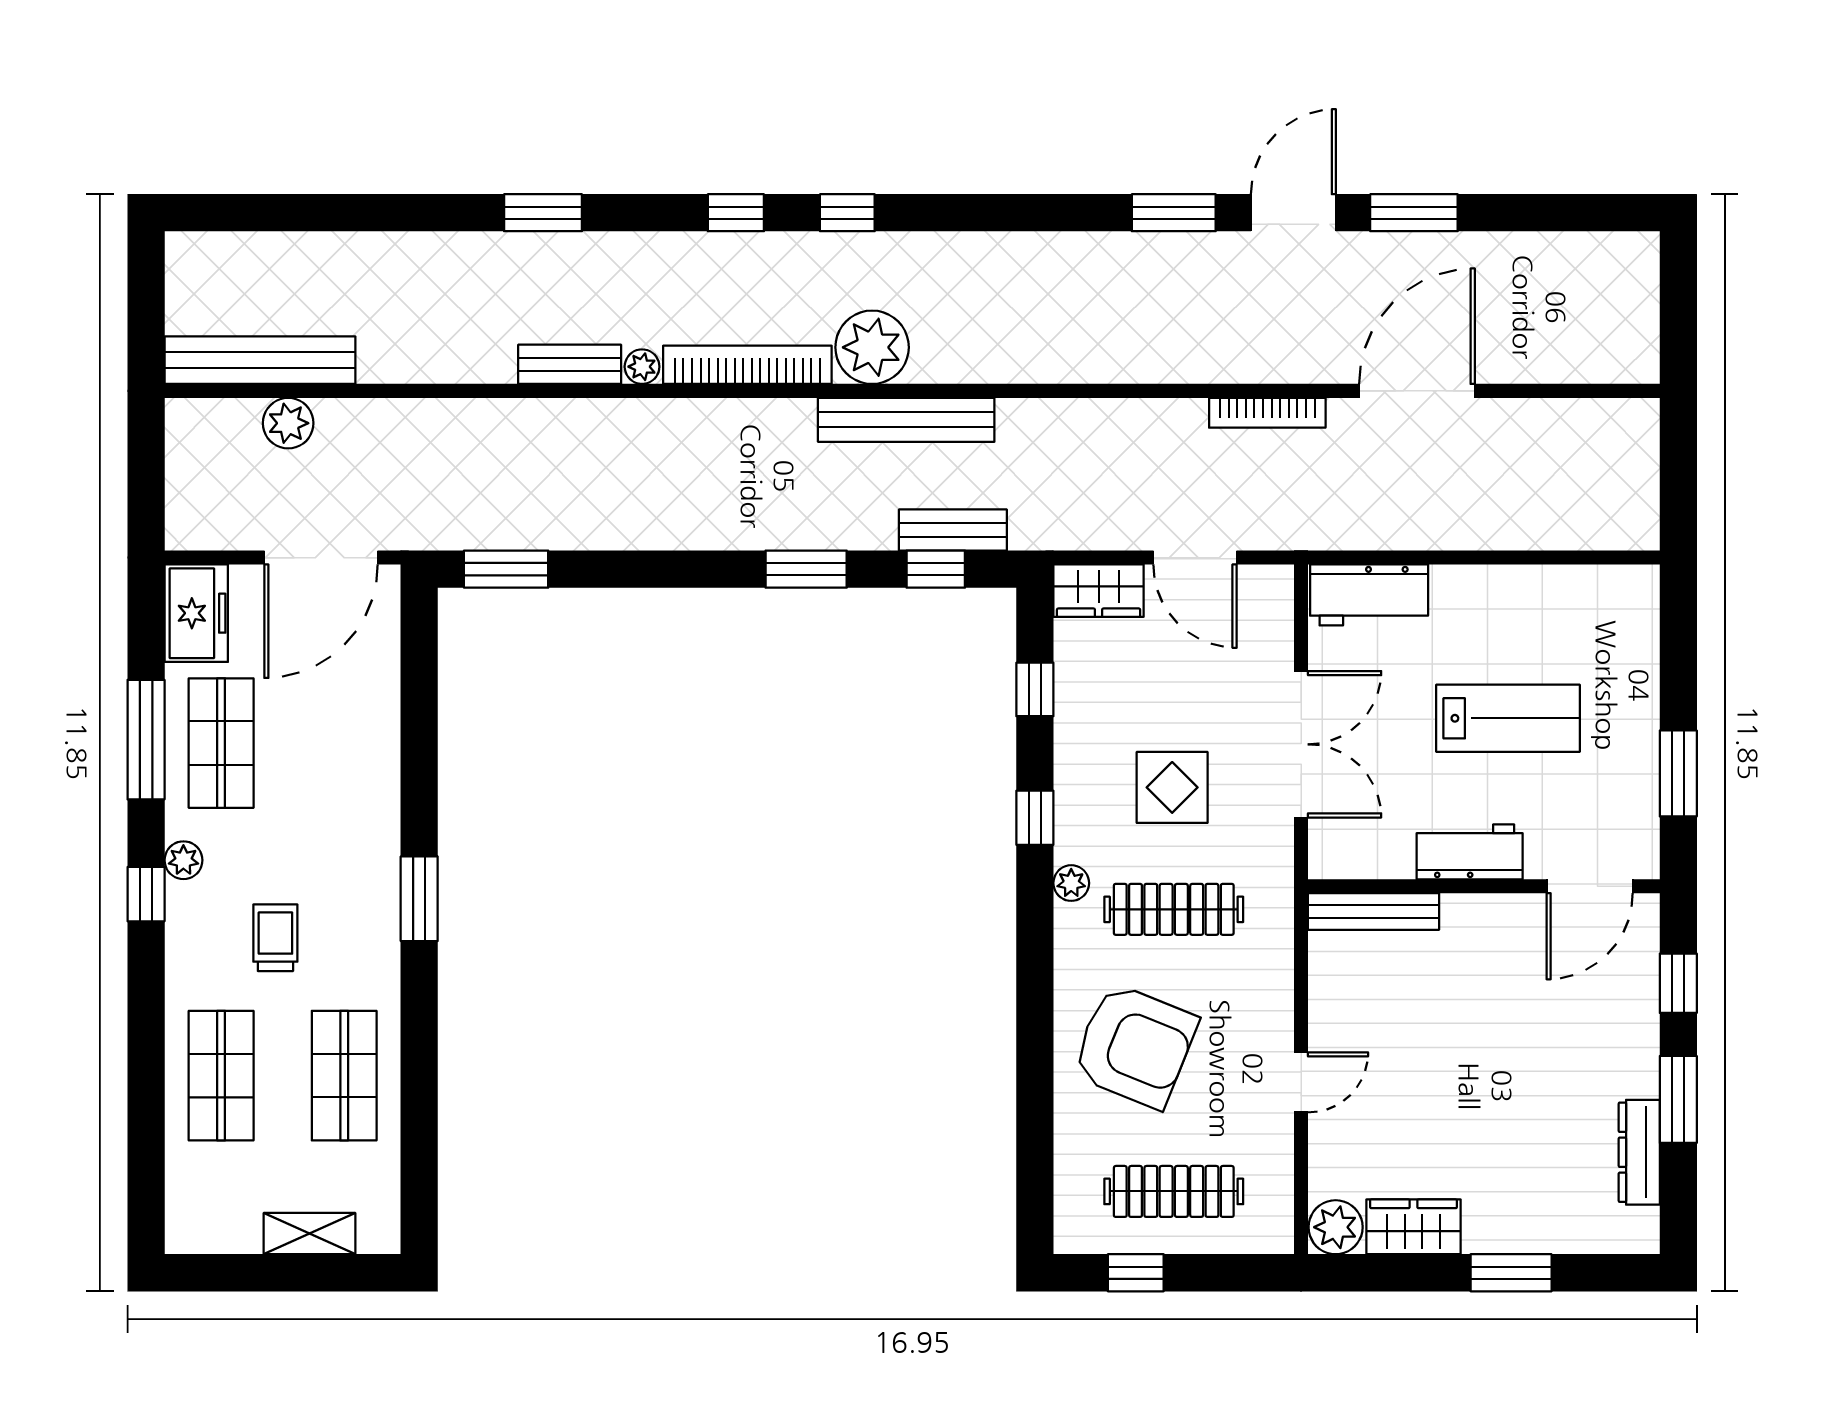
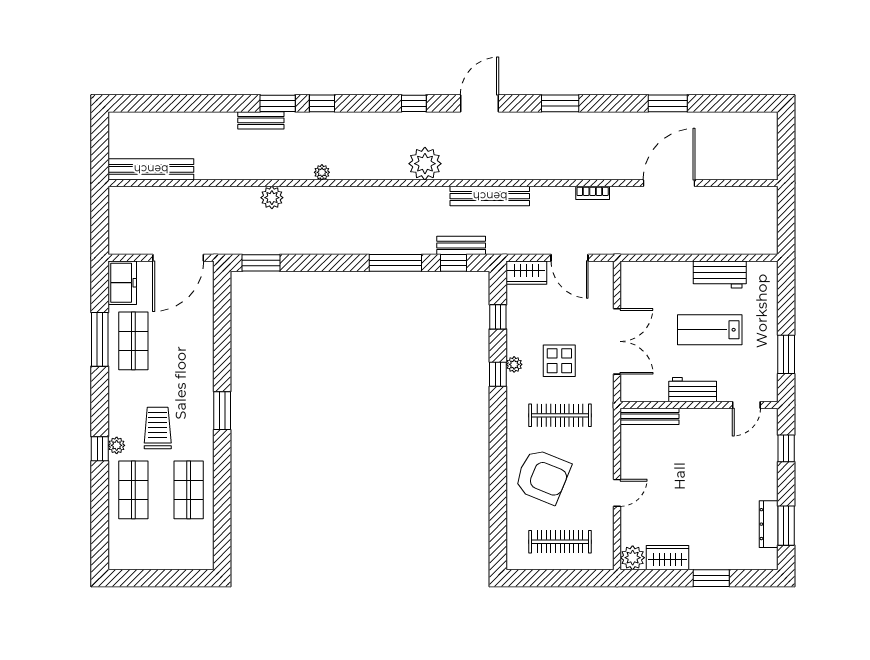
window: (736, 213) -> (322, 103), moved
door: (1293, 213) -> (480, 103), moved
bench: (570, 364) -> (261, 120), moved
bookcase: (747, 365) -> (369, 171), removed
bookcase: (1267, 413) -> (593, 193), width x0.64
bench: (906, 420) -> (490, 196), moved
plant: (288, 423) -> (272, 198), moved
window: (806, 569) -> (395, 263), width x1.44
workbench: (1369, 595) -> (720, 275), moved
lab bench: (1508, 718) -> (710, 330), turned 180
plant: (183, 860) -> (117, 445), moved
plant: (1071, 883) -> (514, 364), moved
door: (1590, 886) -> (746, 405), width x0.73
window: (146, 894) -> (100, 449), moved
trolley: (275, 938) -> (158, 428), width x1.36, depth x1.39
window: (1678, 1099) -> (786, 526), moved
shelving: (310, 1234) -> (173, 561), removed
window: (1136, 1273) -> (543, 578), removed

